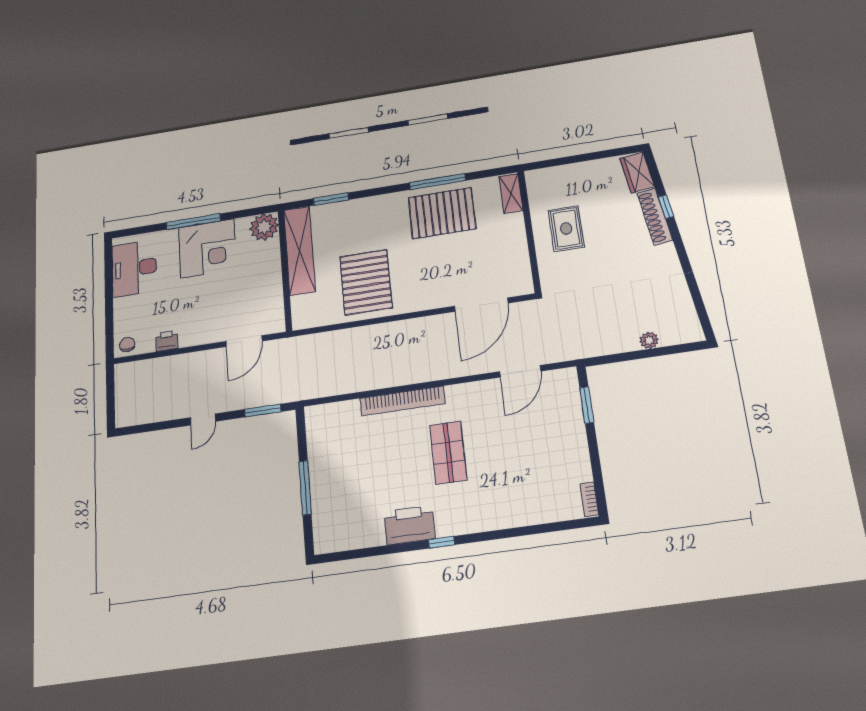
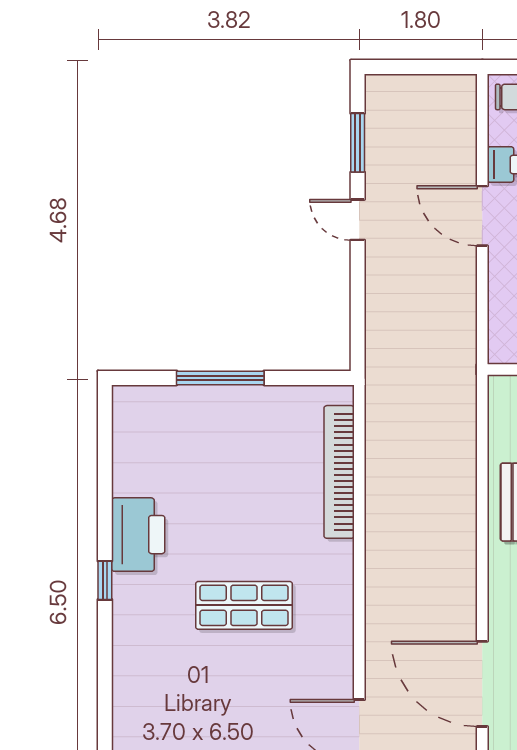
door: (244, 341) -> (482, 216), moved
bookcase: (402, 401) -> (339, 472), moved
window: (263, 411) -> (358, 143), moved

